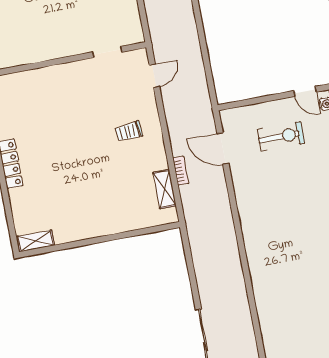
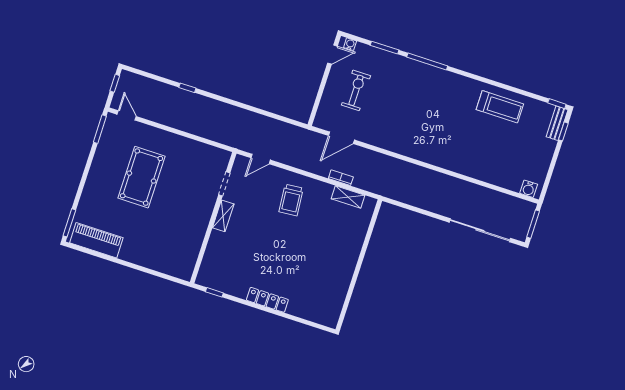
door: (154, 76) -> (261, 159), swing flipped
trolley: (129, 131) -> (291, 200), width x1.36, depth x1.39
shelving: (36, 241) -> (223, 216), moved

